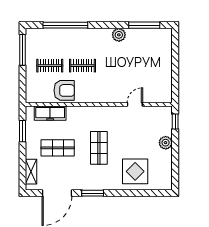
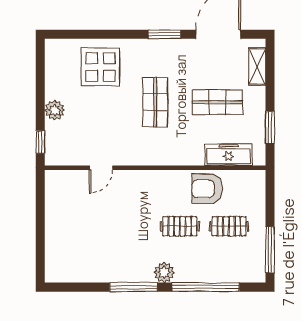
window: (144, 25) -> (134, 287), moved
plant: (119, 35) -> (164, 272), moved

